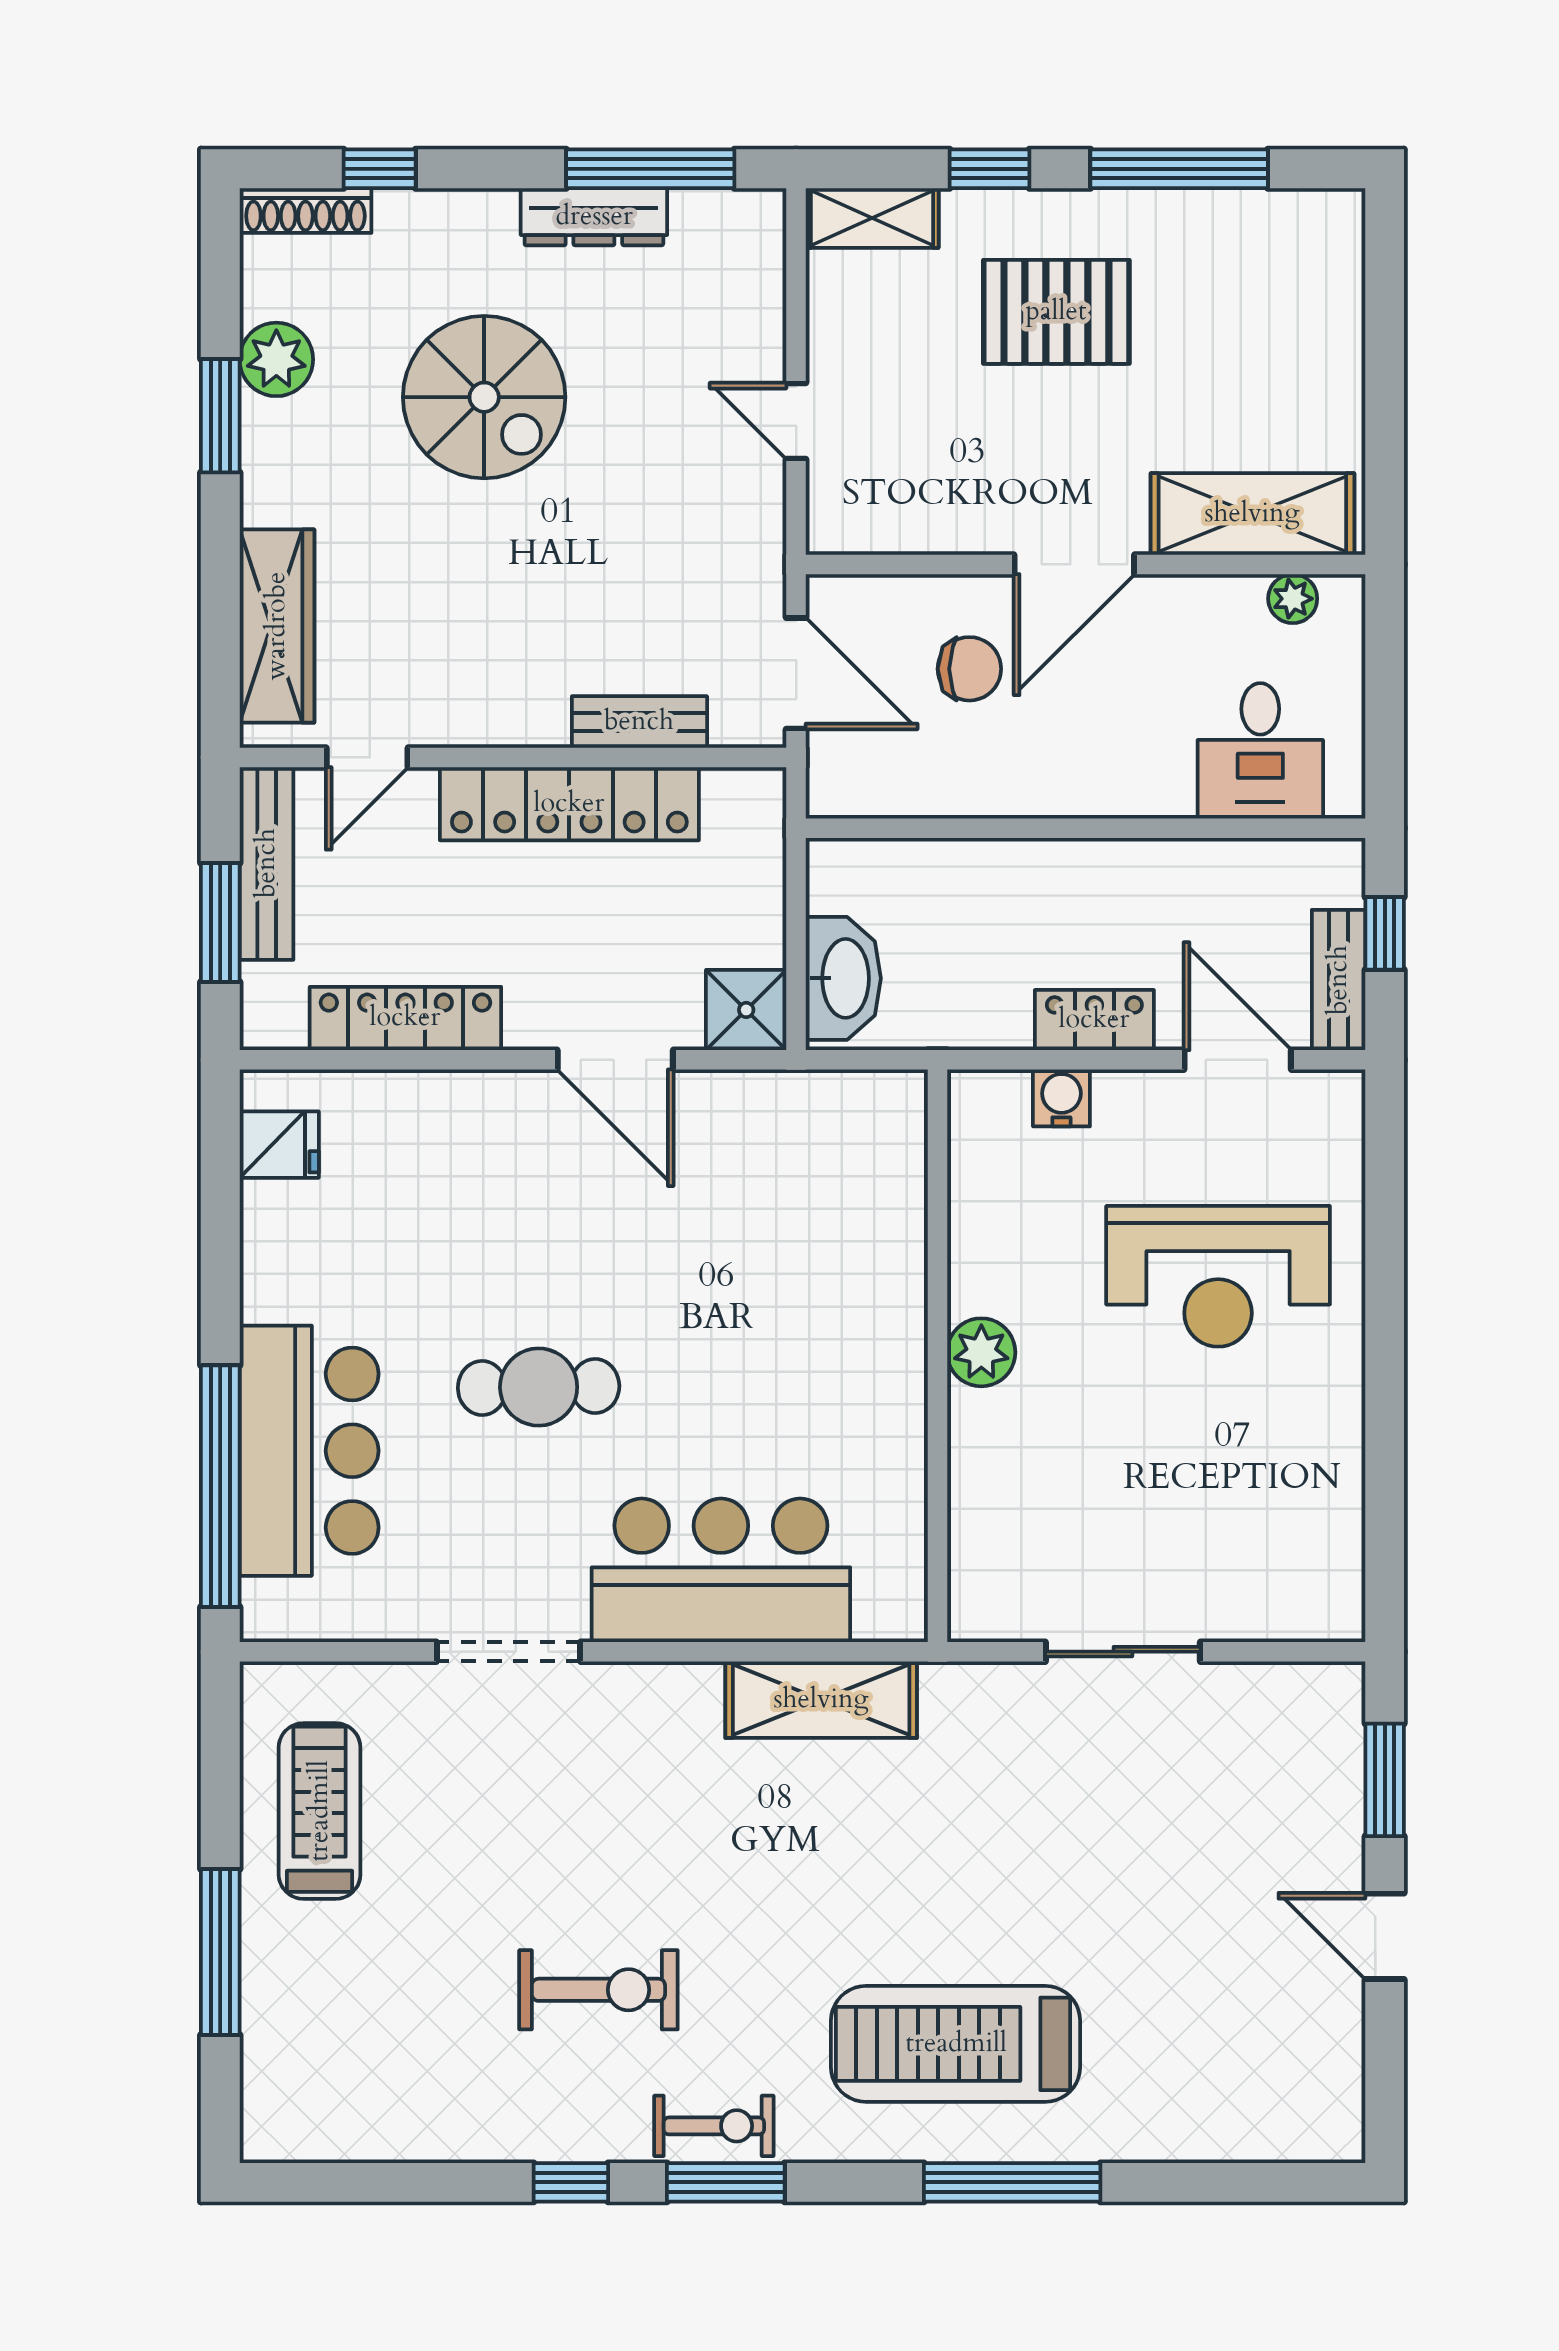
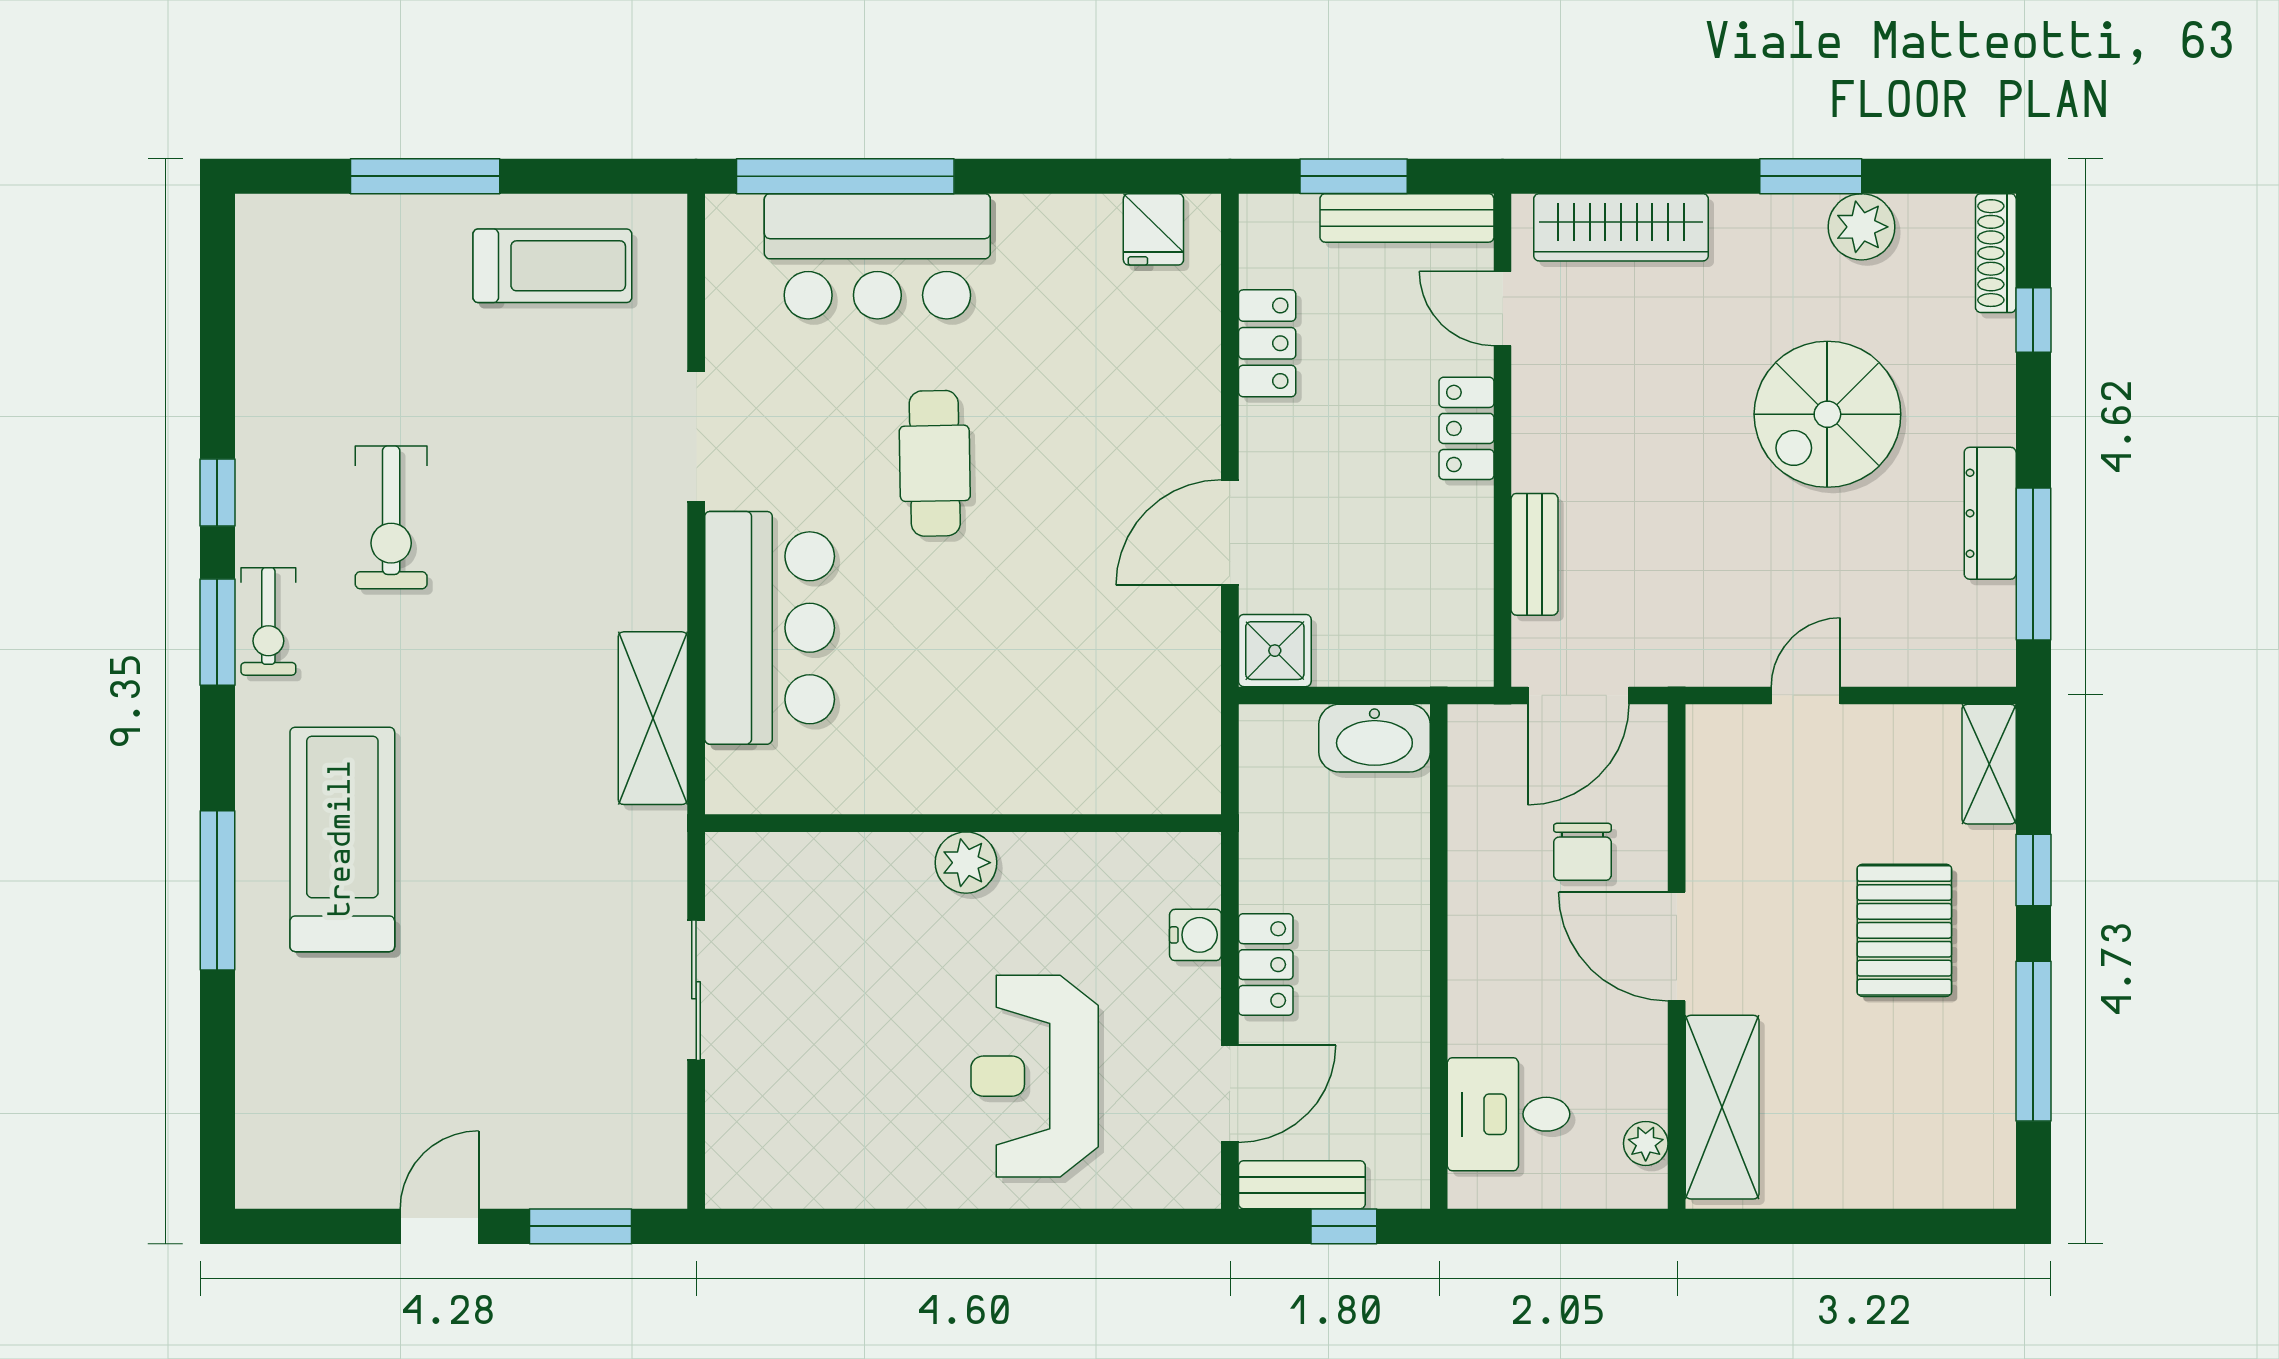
locker: (569, 804) -> (1466, 428), width x0.46, depth x0.83
washbasin: (843, 978) -> (1374, 738), moved
locker: (405, 1018) -> (1267, 343), width x0.66

